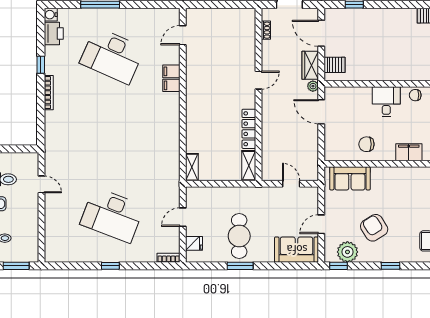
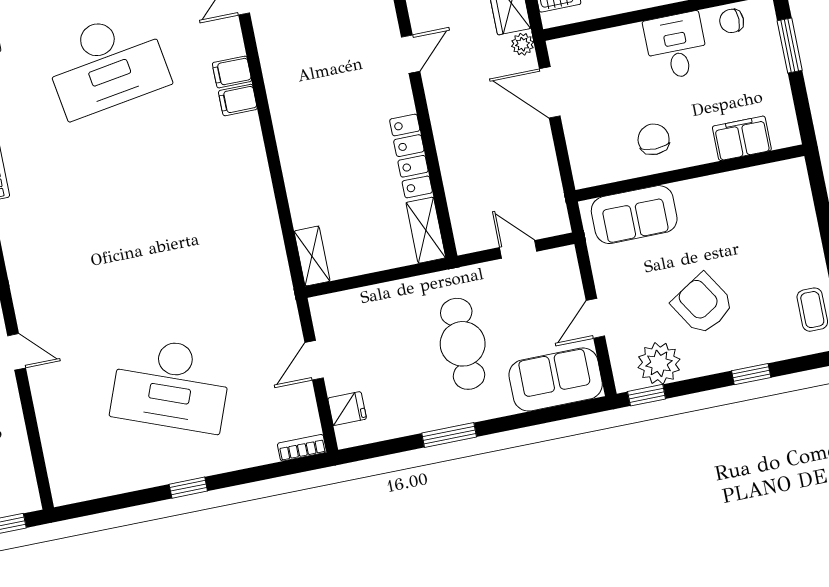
desk: (112, 56) -> (106, 64), turned -33
chair: (366, 144) -> (654, 139), turned 90
cafe table: (239, 236) -> (463, 344), moved

